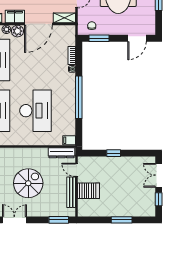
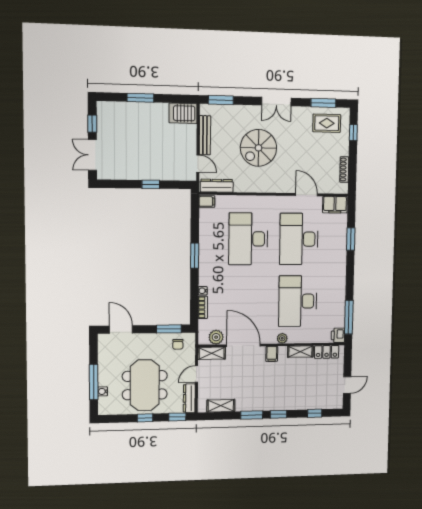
filing cabinet: (15, 17) -> (272, 354), width x0.50
door: (38, 24) -> (243, 345), hinge flipped
plant: (17, 31) -> (216, 337), moved
door: (137, 38) -> (121, 329), hinge flipped
window: (79, 97) -> (195, 256), width x0.47
double door: (159, 175) -> (92, 155), swing flipped
server rack: (89, 191) -> (183, 113), moved

